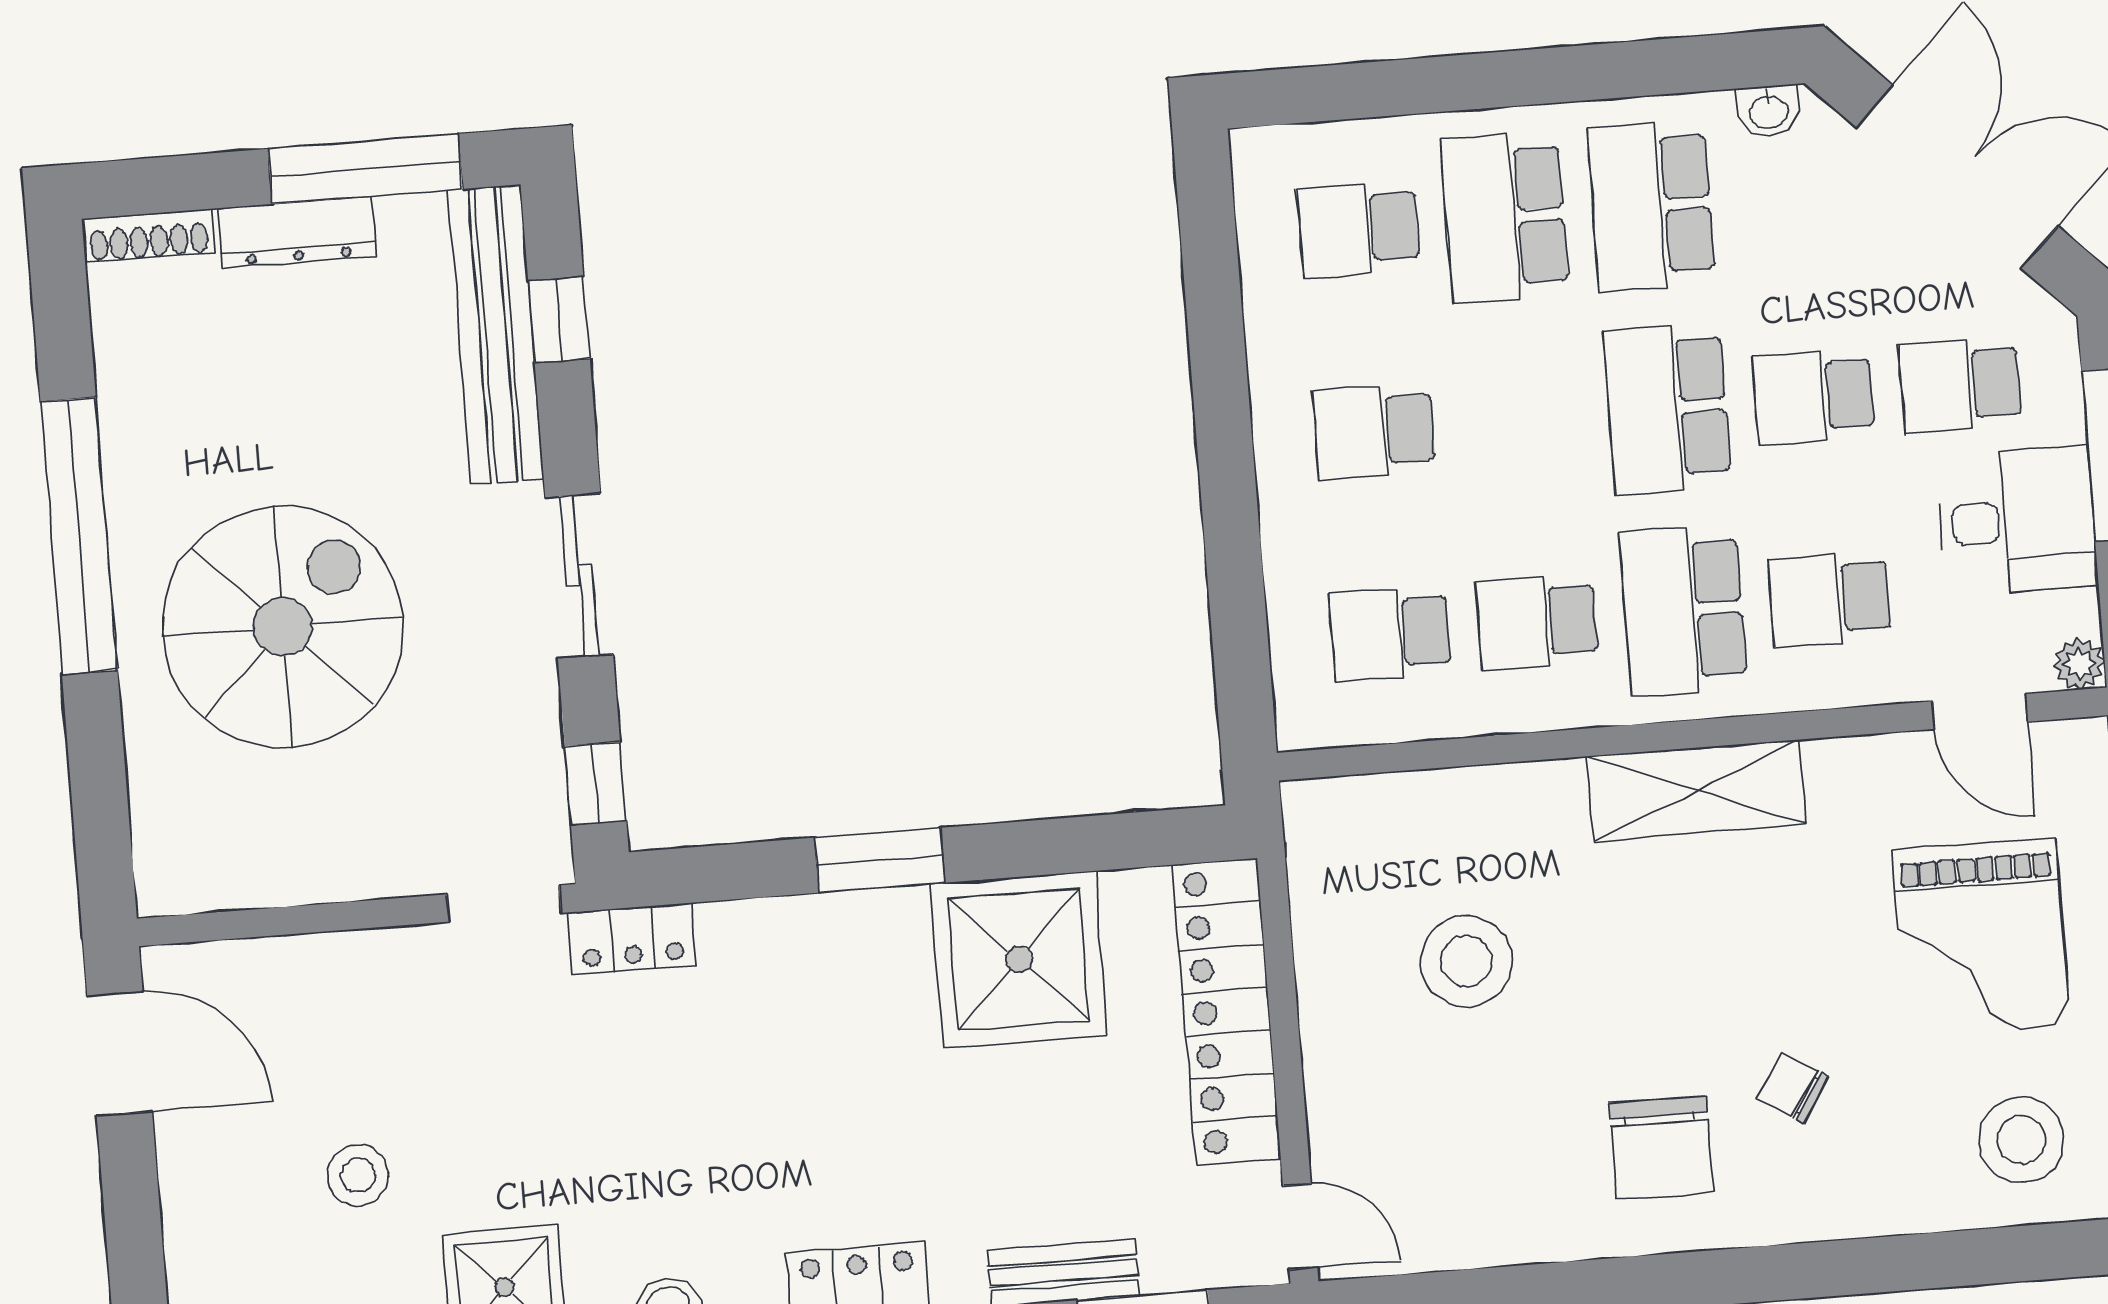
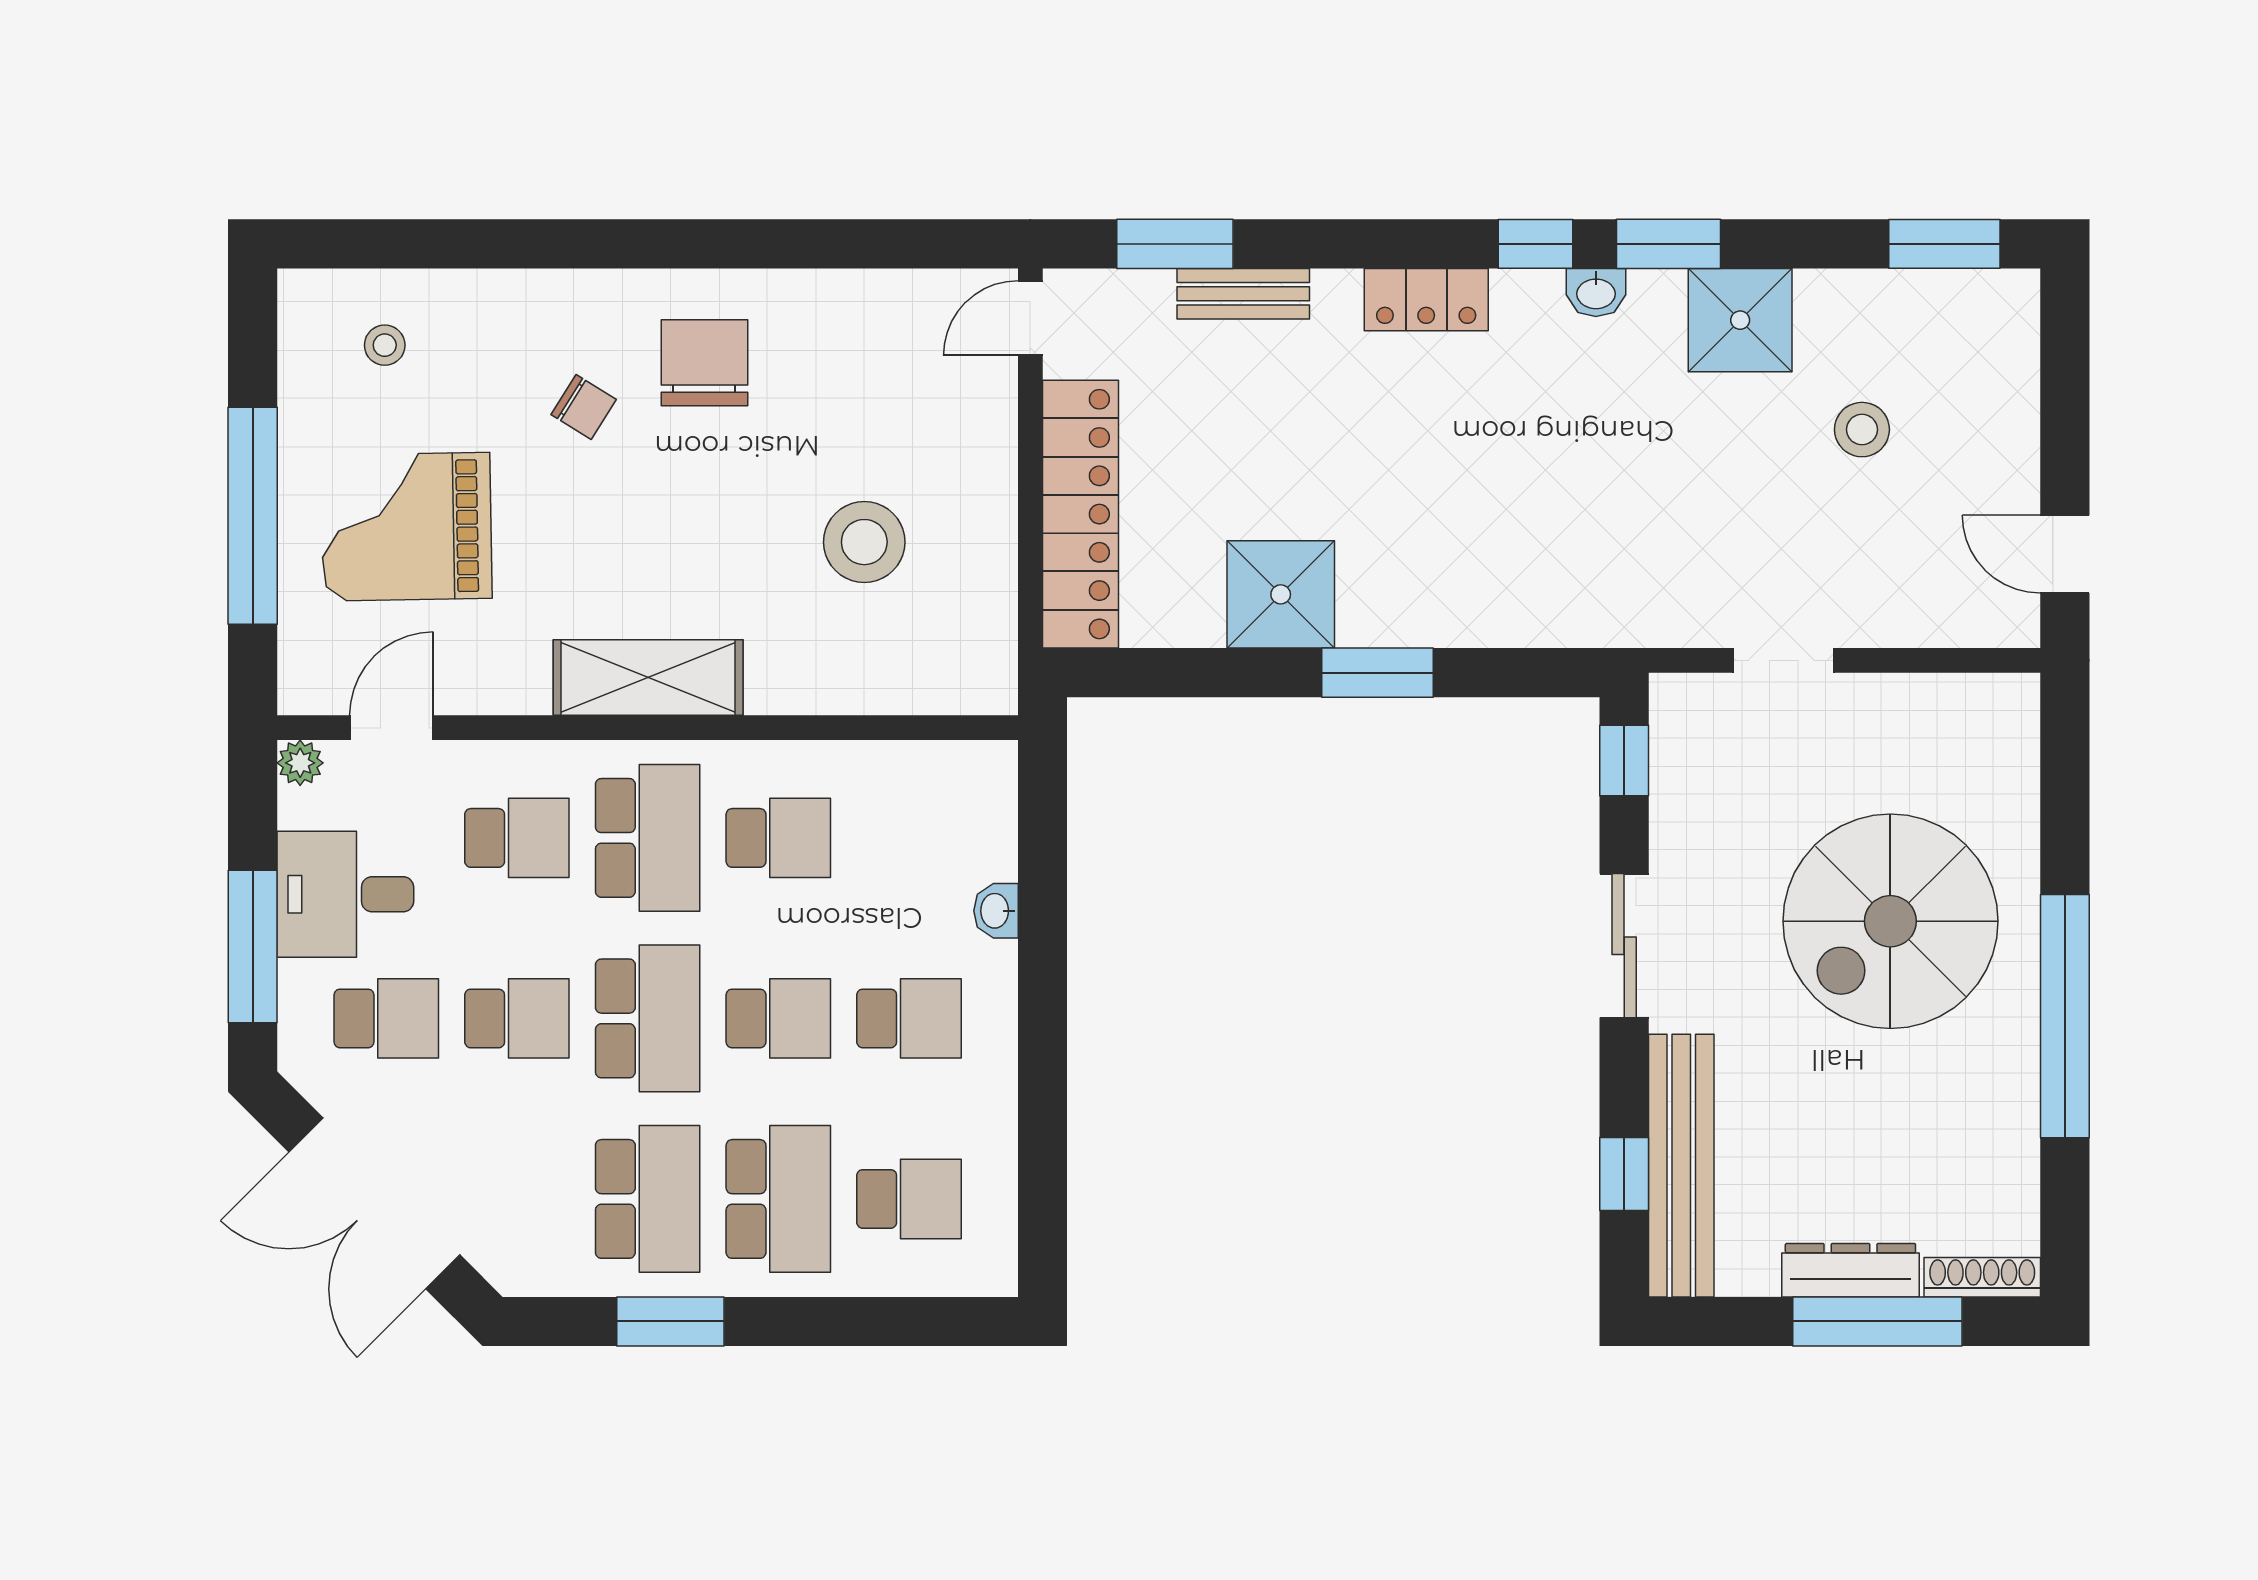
window: (1615, 70) -> (670, 1321), added
washbasin: (1768, 111) -> (996, 911), moved, turned -90
window: (365, 169) -> (1877, 1321), moved
school desk: (1390, 634) -> (778, 1018), moved
door: (1980, 711) -> (392, 728), hinge flipped
doorway: (504, 904) -> (1784, 660), moved
grand piano: (1981, 938) -> (406, 527), turned -91
locker: (632, 939) -> (1602, 620), removed
shower: (1019, 960) -> (1281, 594), width x0.73, depth x0.73
door: (120, 1054) -> (2065, 554), width x0.73
stool: (2021, 1140) -> (385, 345), width x0.53, depth x0.53
door: (1300, 1227) -> (1030, 318), hinge flipped

